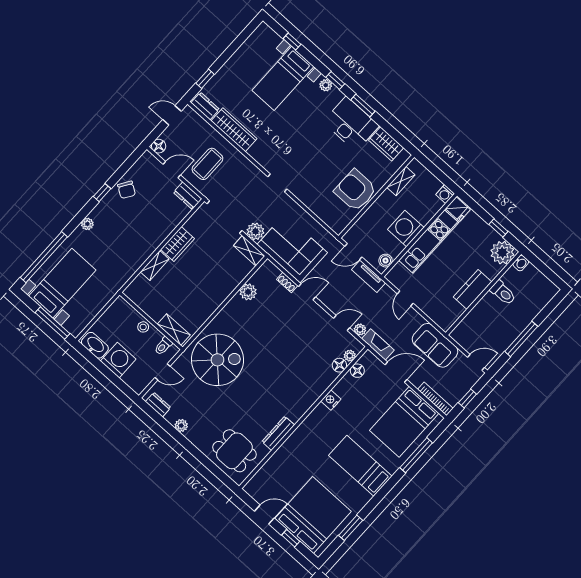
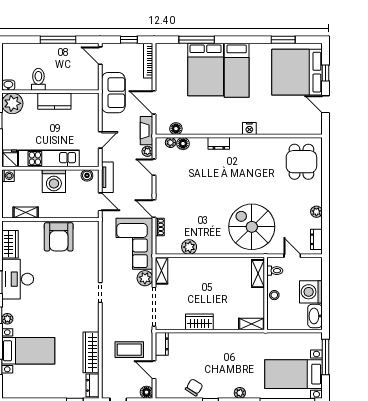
shelving: (155, 265) -> (252, 324), moved
nightstand: (331, 400) -> (249, 129), moved
bed: (404, 422) -> (206, 70), moved, turned 90
dresser: (278, 433) -> (219, 143), moved, width x0.70

